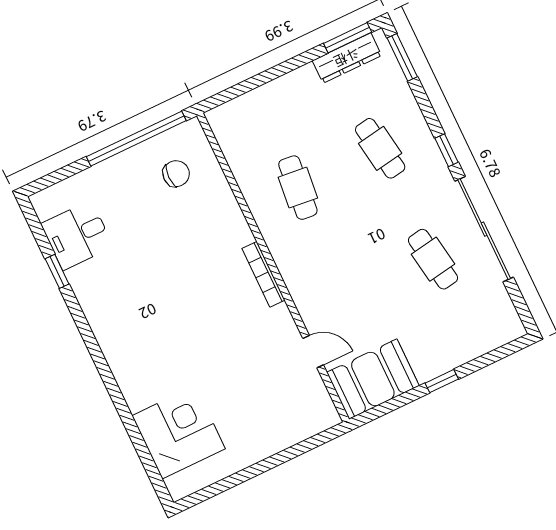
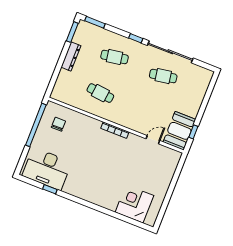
dresser: (347, 58) -> (71, 56), moved
desk: (77, 235) -> (47, 169), width x1.87, depth x1.30
window: (442, 381) -> (193, 132), moved

